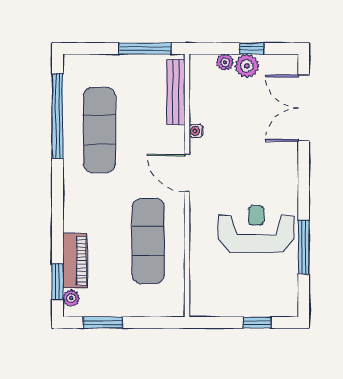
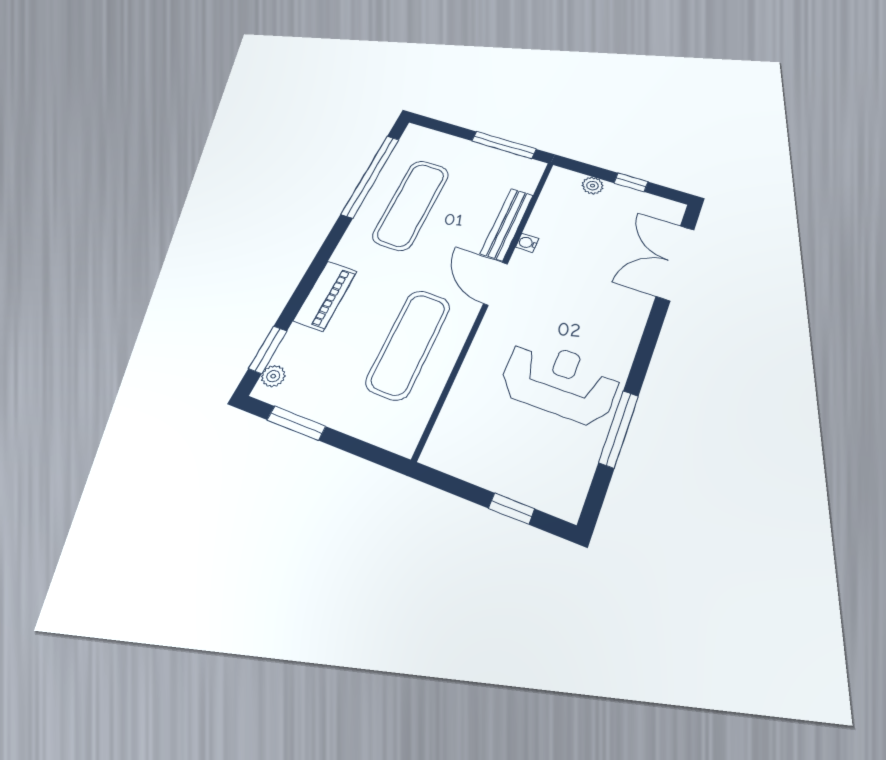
plant: (247, 66) -> (618, 197), removed
bench: (176, 92) -> (507, 224), moved
piano: (75, 261) -> (325, 296), moved

